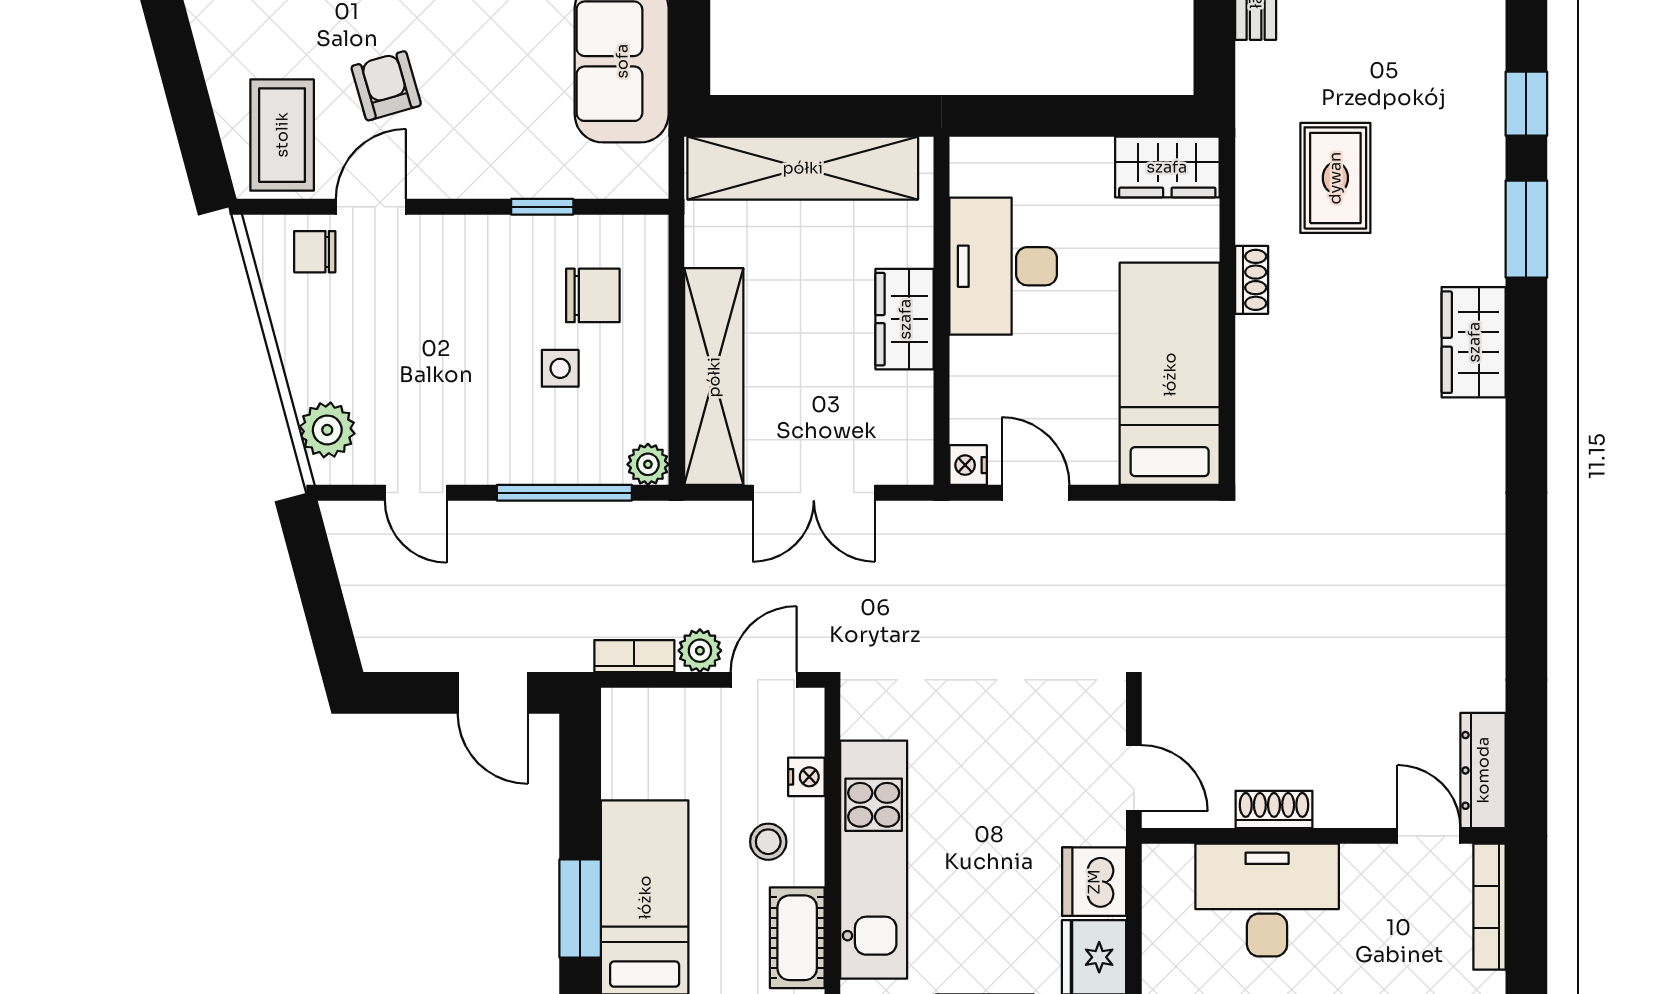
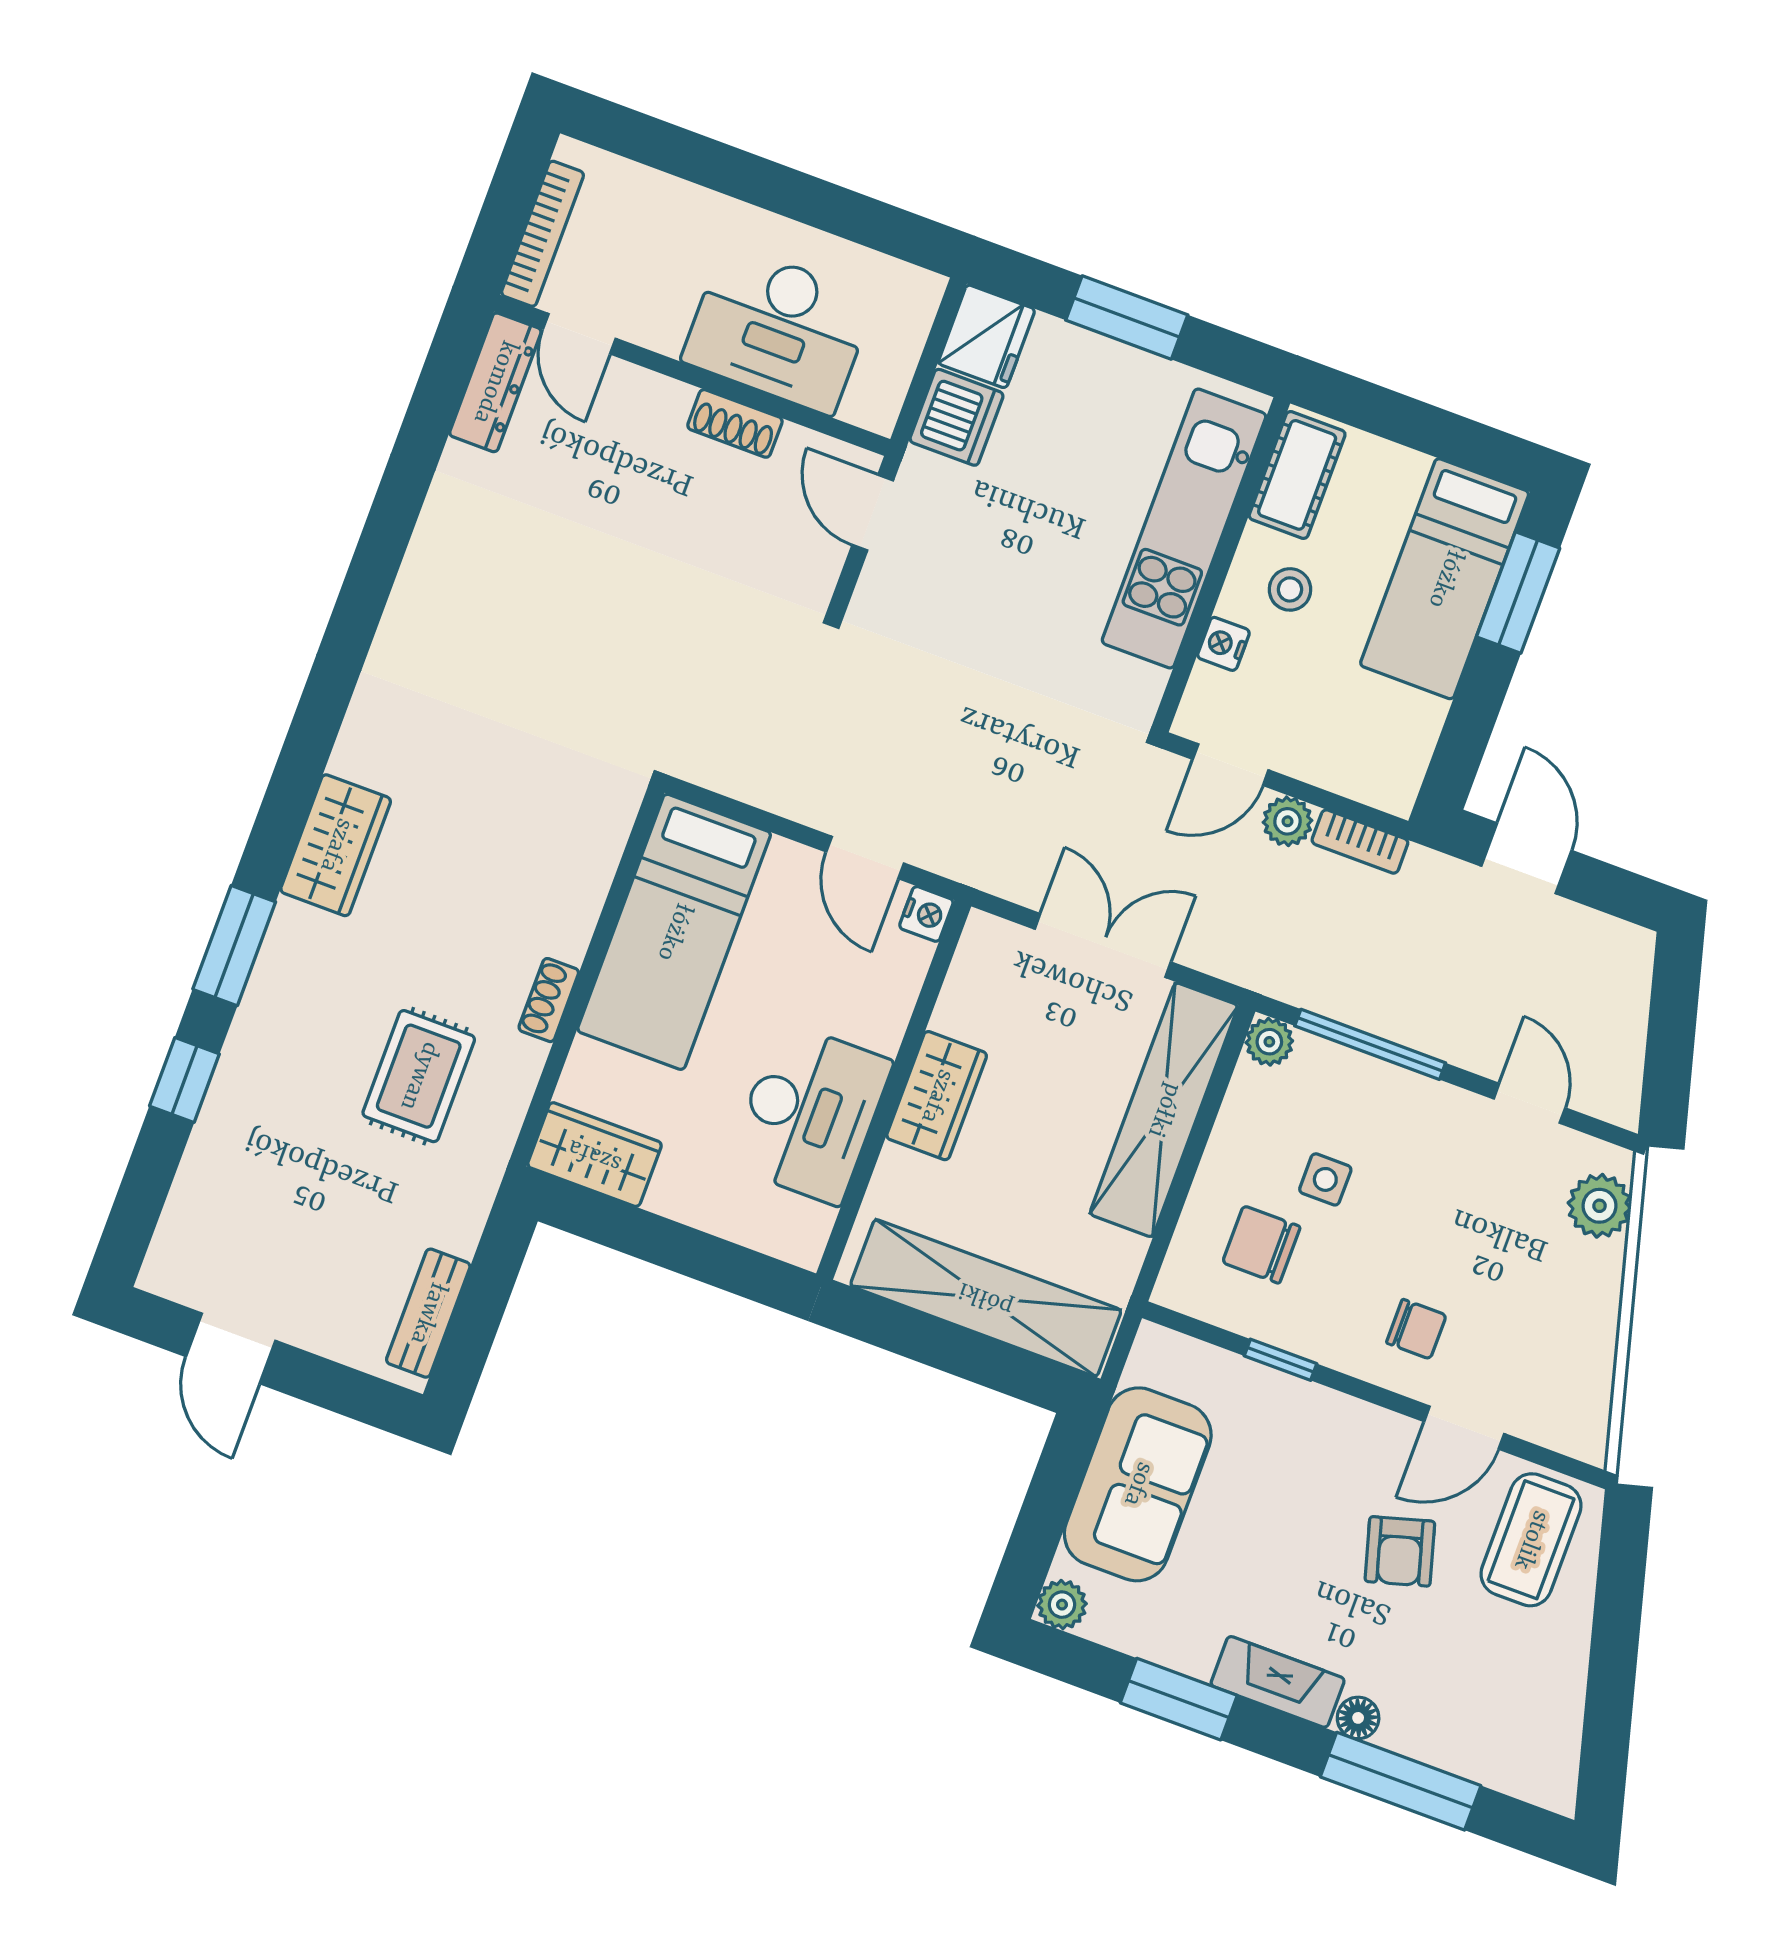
chair: (315, 252) -> (1416, 1329), moved

